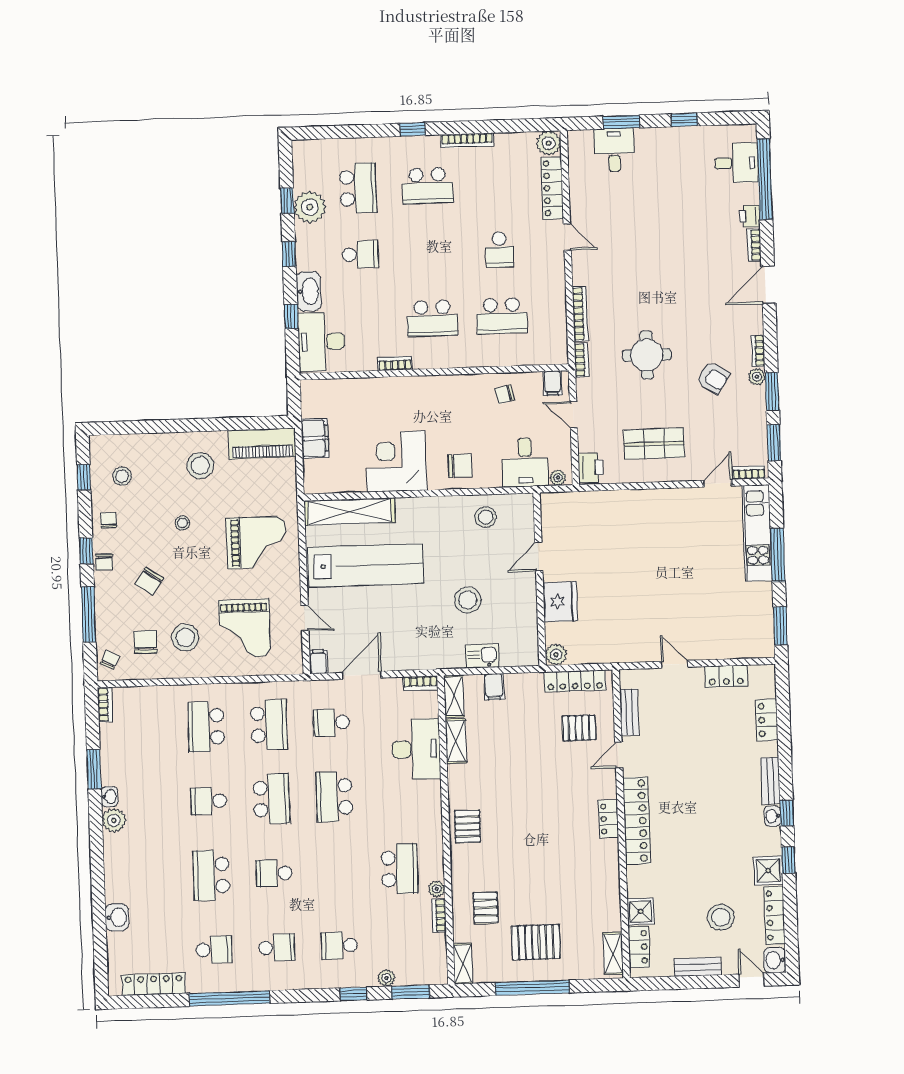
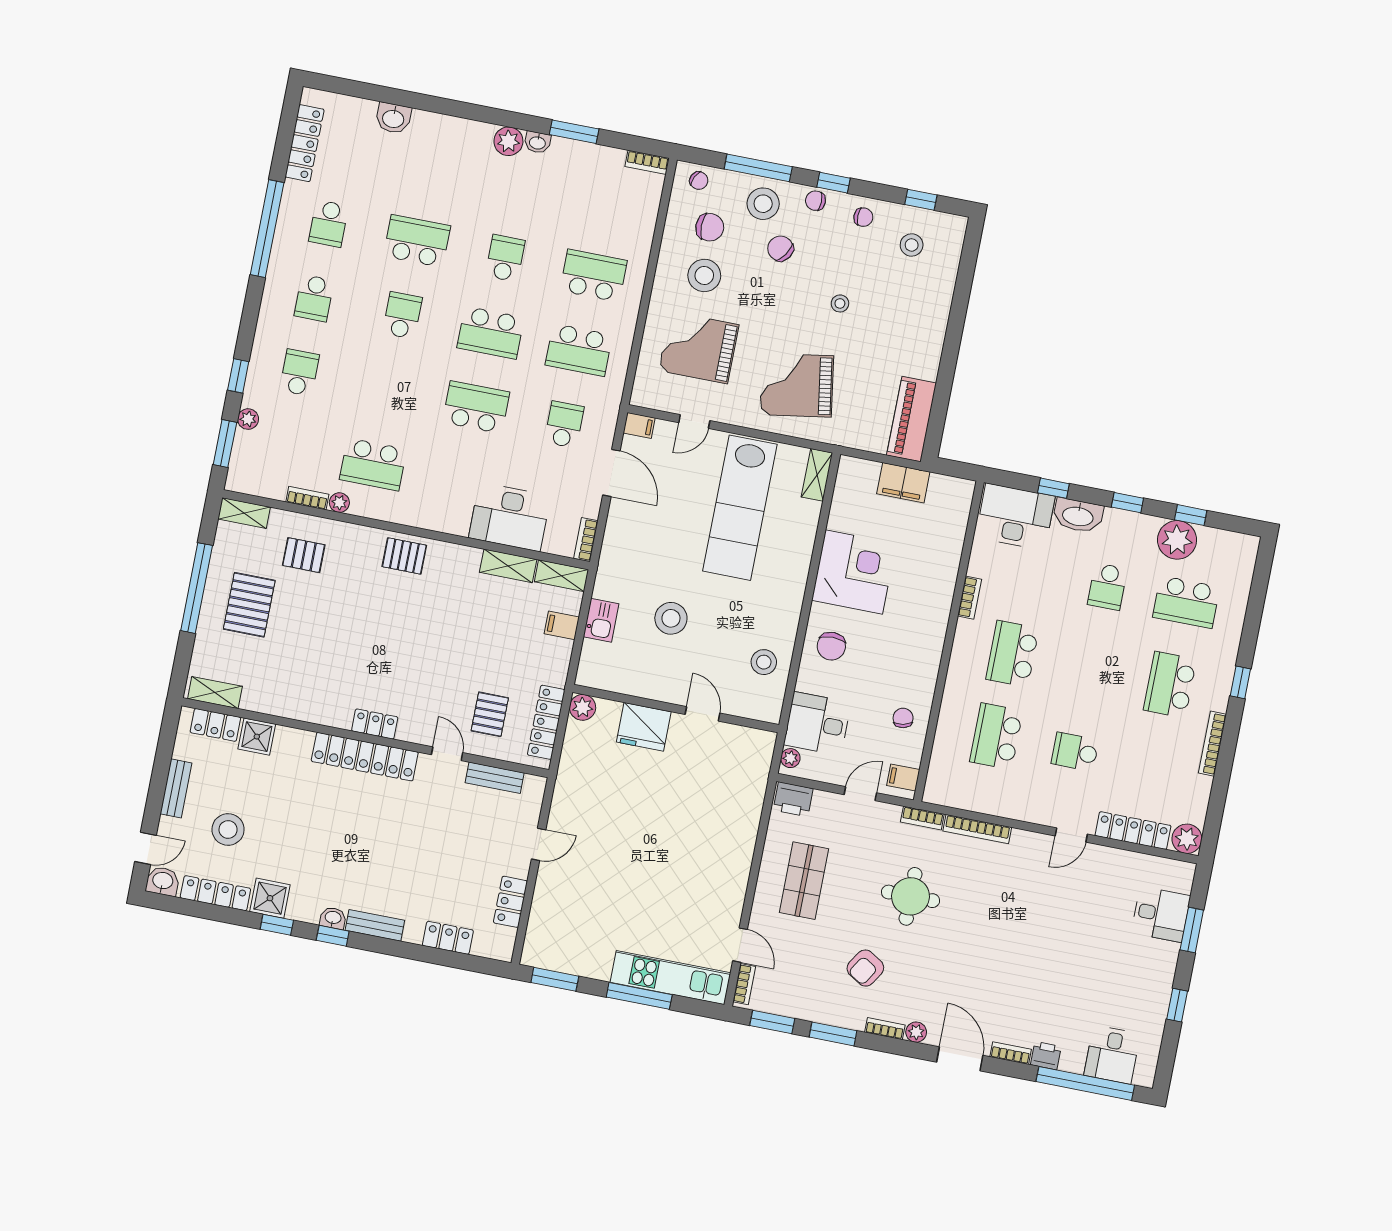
plant: (757, 377) -> (916, 1032), moved
stool: (200, 466) -> (763, 204), moved
shelving: (350, 512) -> (817, 475), width x0.45, depth x0.75
grand piano: (256, 542) -> (797, 385), turned 81

